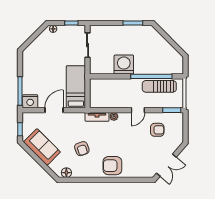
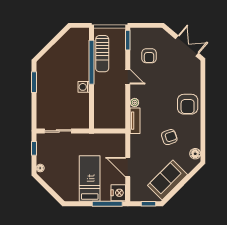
washing machine: (124, 65) -> (84, 87), width x0.53, depth x0.53
bed: (76, 87) -> (90, 178), moved, turned 90
armchair: (157, 130) -> (149, 56), turned 180

